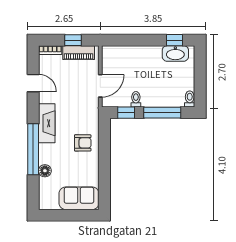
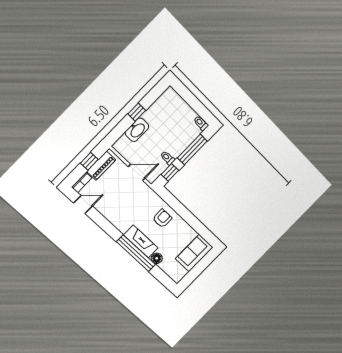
window: (175, 40) -> (137, 112), moved
washbasin: (175, 53) -> (137, 130), moved
door: (33, 83) -> (83, 205), moved
door: (100, 86) -> (137, 172), hinge flipped
fireplace: (47, 123) -> (141, 241), moved

